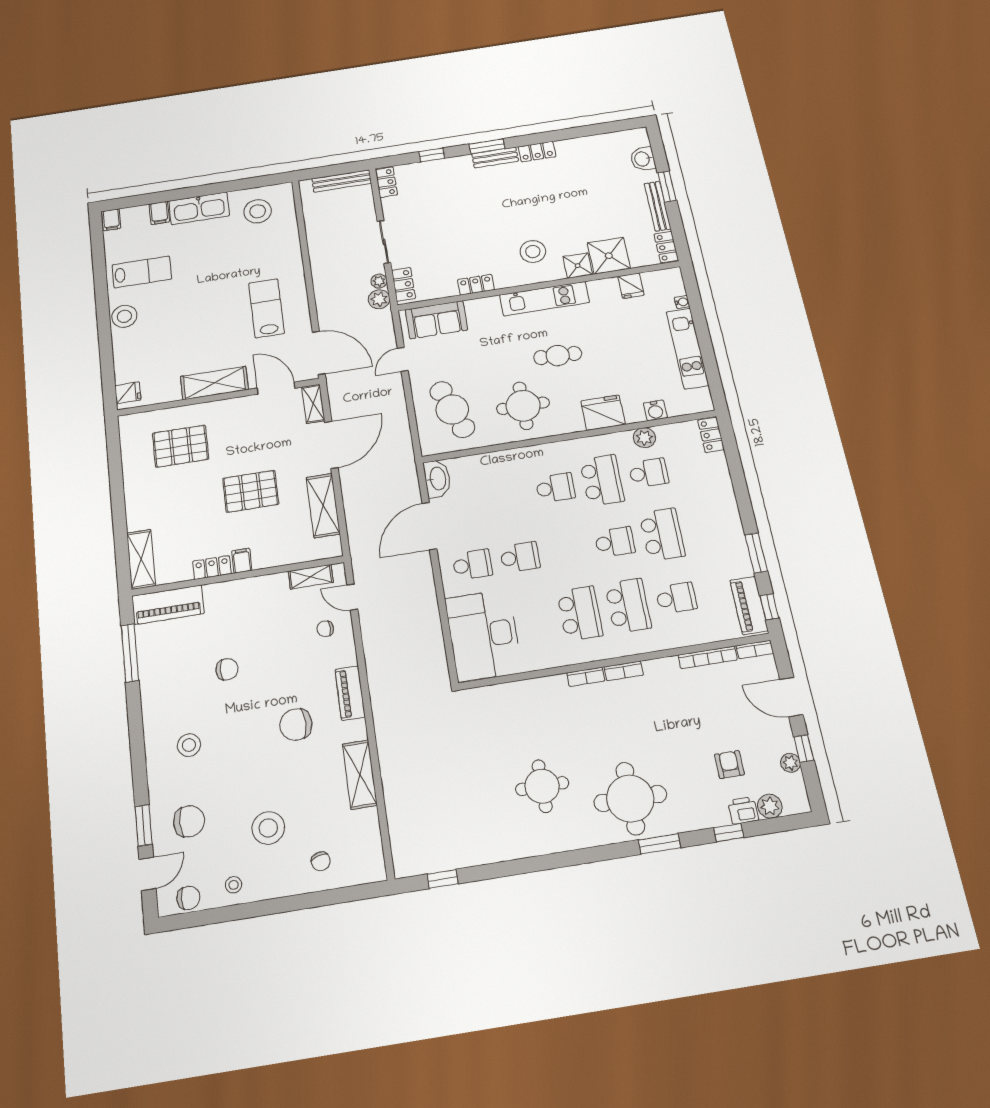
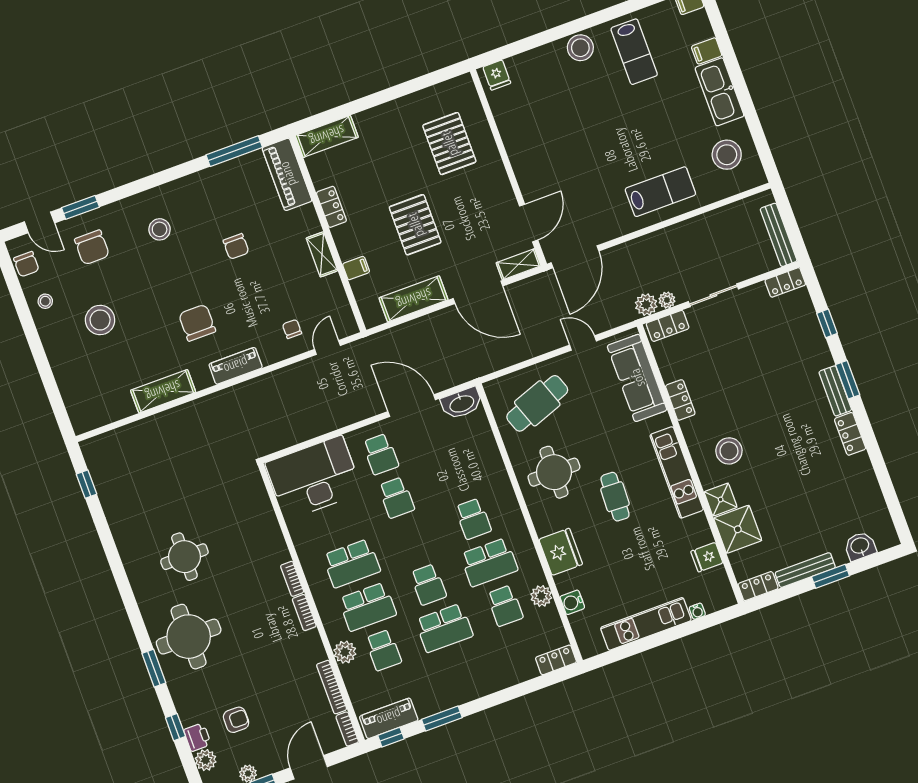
lab bench: (266, 308) -> (660, 192), moved
sofa: (436, 320) -> (637, 378), width x1.36
shelving: (214, 383) -> (523, 160), removed
filing cabinet: (242, 561) -> (356, 268), moved
shelving: (311, 577) -> (322, 254), moved
plant: (672, 637) -> (345, 652), added
chair: (321, 861) -> (80, 374), removed

